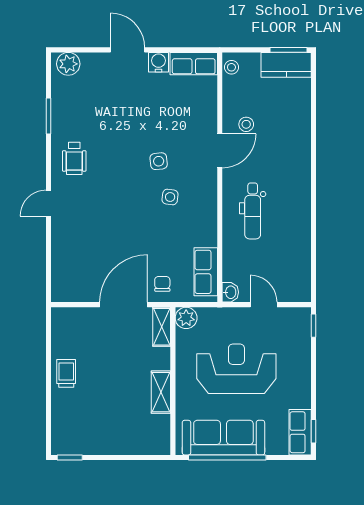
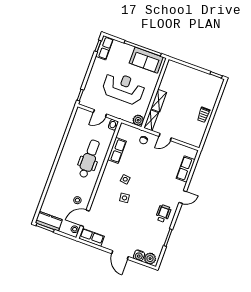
water cooler: (158, 62) -> (139, 255), moved
door: (220, 151) -> (85, 218), moved
dental chair: (253, 211) -> (89, 159), width x1.36, depth x1.38
row of seats: (63, 258) -> (186, 169), added
row of seats: (206, 272) -> (117, 150), moved
door: (124, 305) -> (165, 137), width x0.53
door: (264, 305) -> (100, 113), hinge flipped
reception desk: (236, 369) -> (123, 88), turned 180
shelving: (161, 392) -> (159, 101), moved
sofa: (223, 438) -> (146, 60), width x0.73

